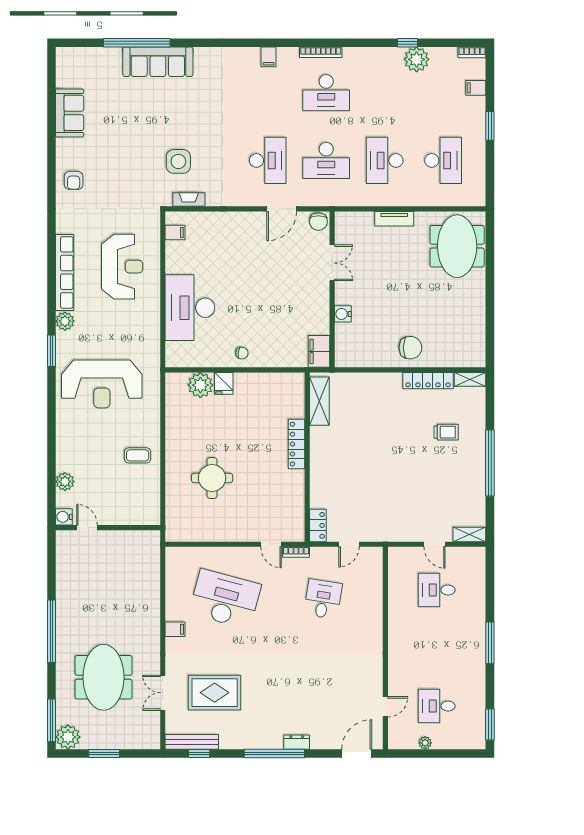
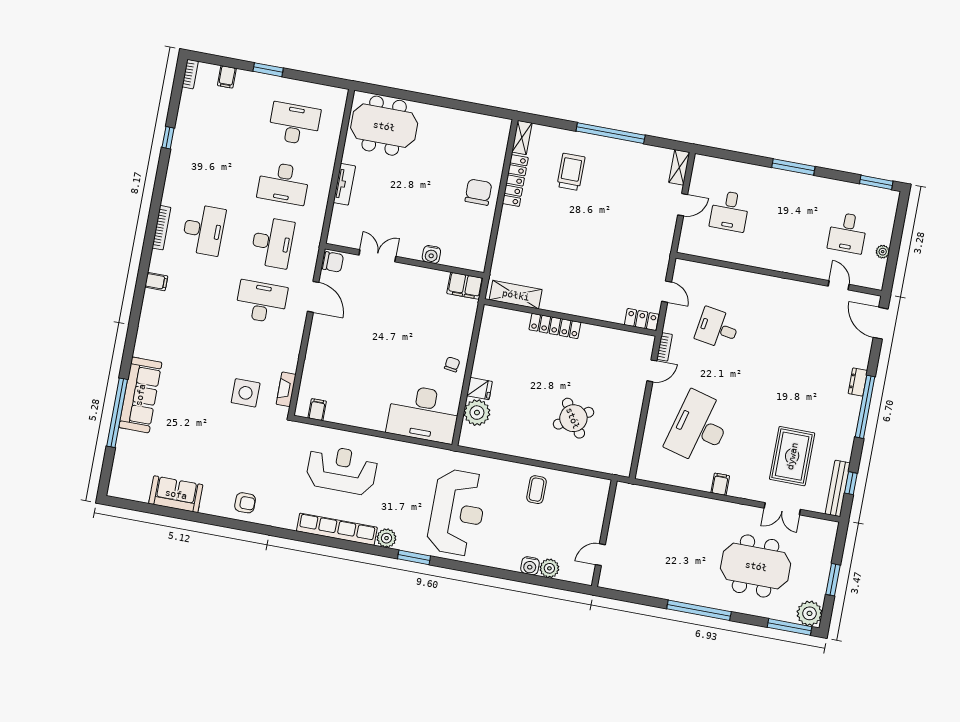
plant: (417, 59) -> (187, 132), removed
desk: (190, 308) -> (423, 414), moved
trolley: (446, 432) -> (571, 172), width x1.36, depth x1.39
round table: (212, 478) -> (573, 418), turned -32
water cooler: (64, 517) -> (530, 566), moved

